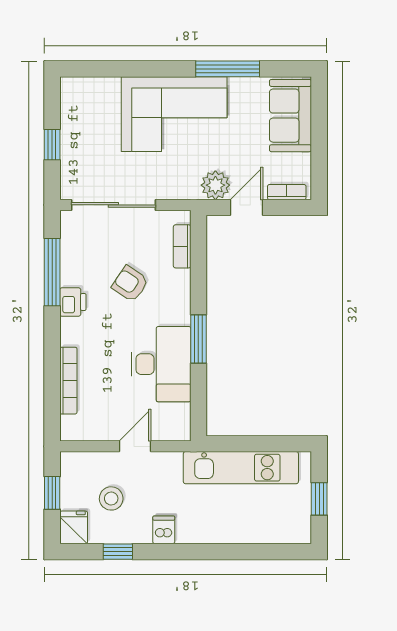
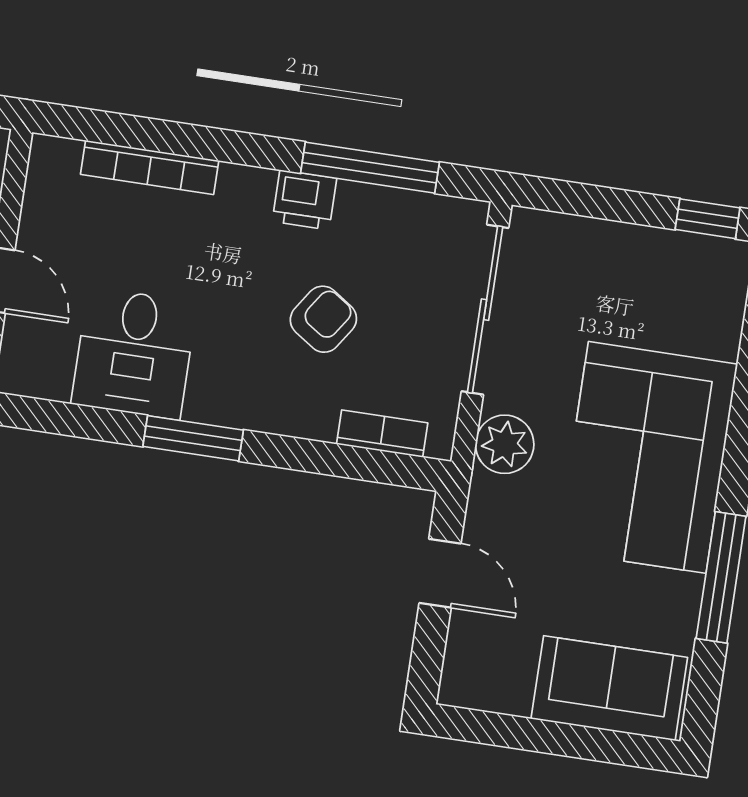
window: (52, 145) -> (708, 219), moved
plant: (215, 185) -> (505, 444), moved
bookcase: (287, 192) -> (458, 658), removed
desk: (161, 364) -> (134, 353), width x0.73

